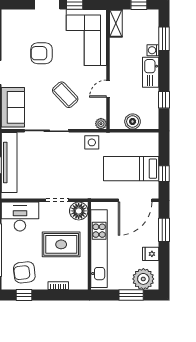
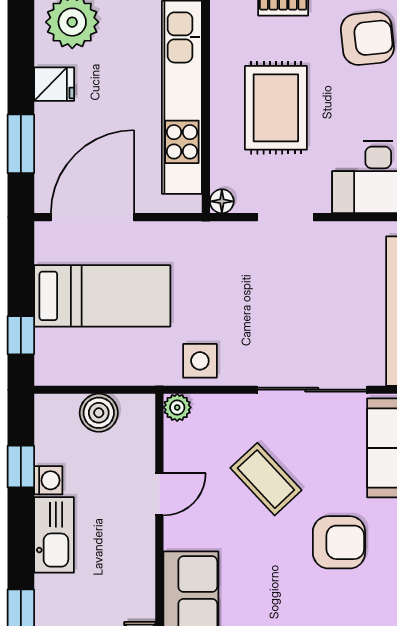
washing machine: (153, 50) -> (48, 480), moved
armchair: (42, 53) -> (339, 542), moved
window: (164, 174) -> (21, 335), moved
floor lamp: (79, 211) -> (222, 201), width x0.53, depth x0.53
rug: (61, 244) -> (276, 108), turned 90

